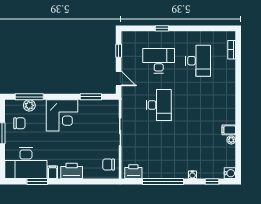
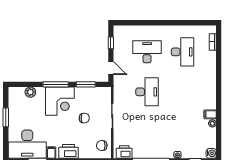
window: (162, 28) -> (150, 23), removed
window: (29, 97) -> (56, 84), moved
chair: (19, 123) -> (84, 118), moved

